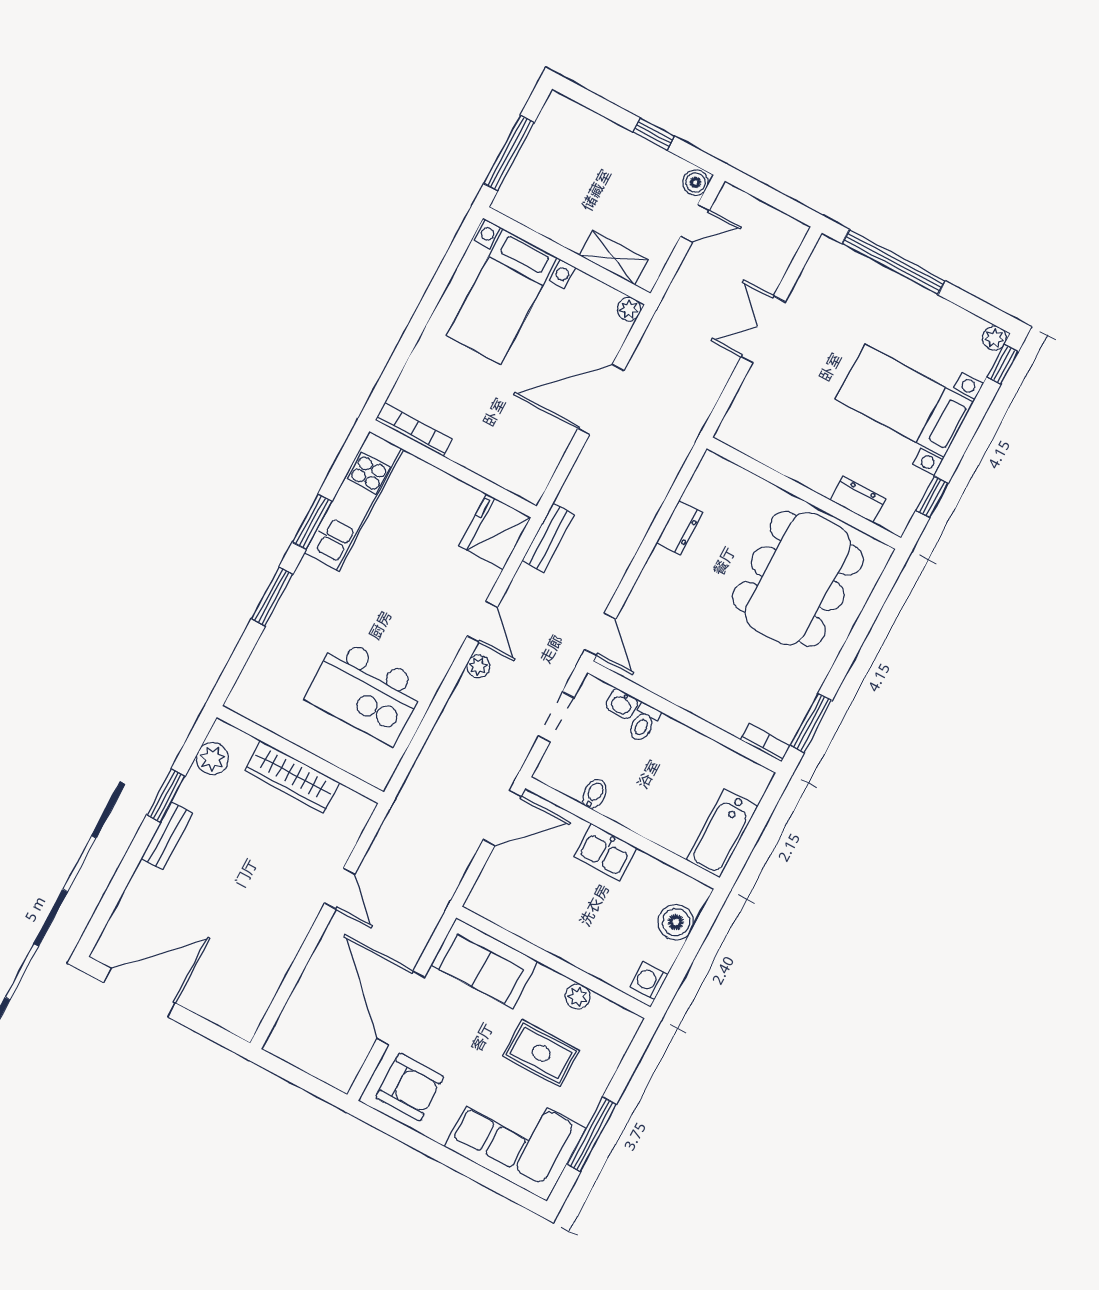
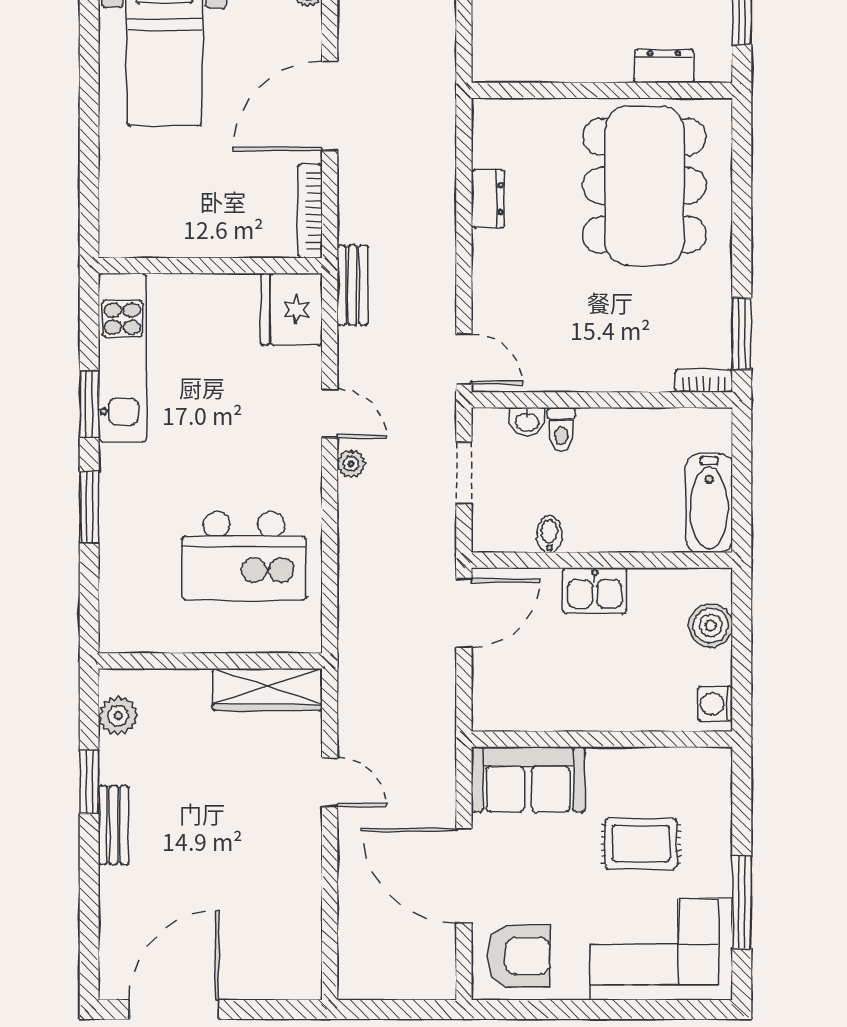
bookcase: (414, 430) -> (310, 211), moved, turned -90
wardrobe: (292, 777) -> (267, 690), moved
plant: (578, 997) -> (648, 762), removed

